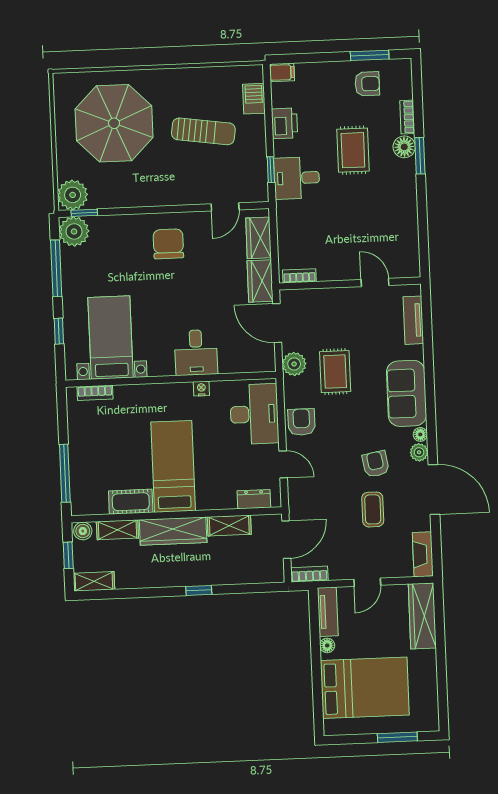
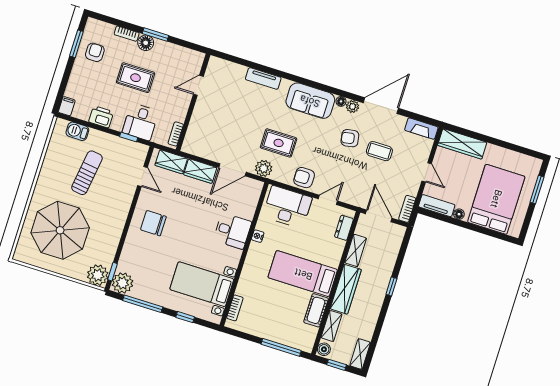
bookcase: (299, 276) -> (176, 134), moved
door: (375, 282) -> (198, 85), moved
wall: (350, 284) -> (193, 102), moved

